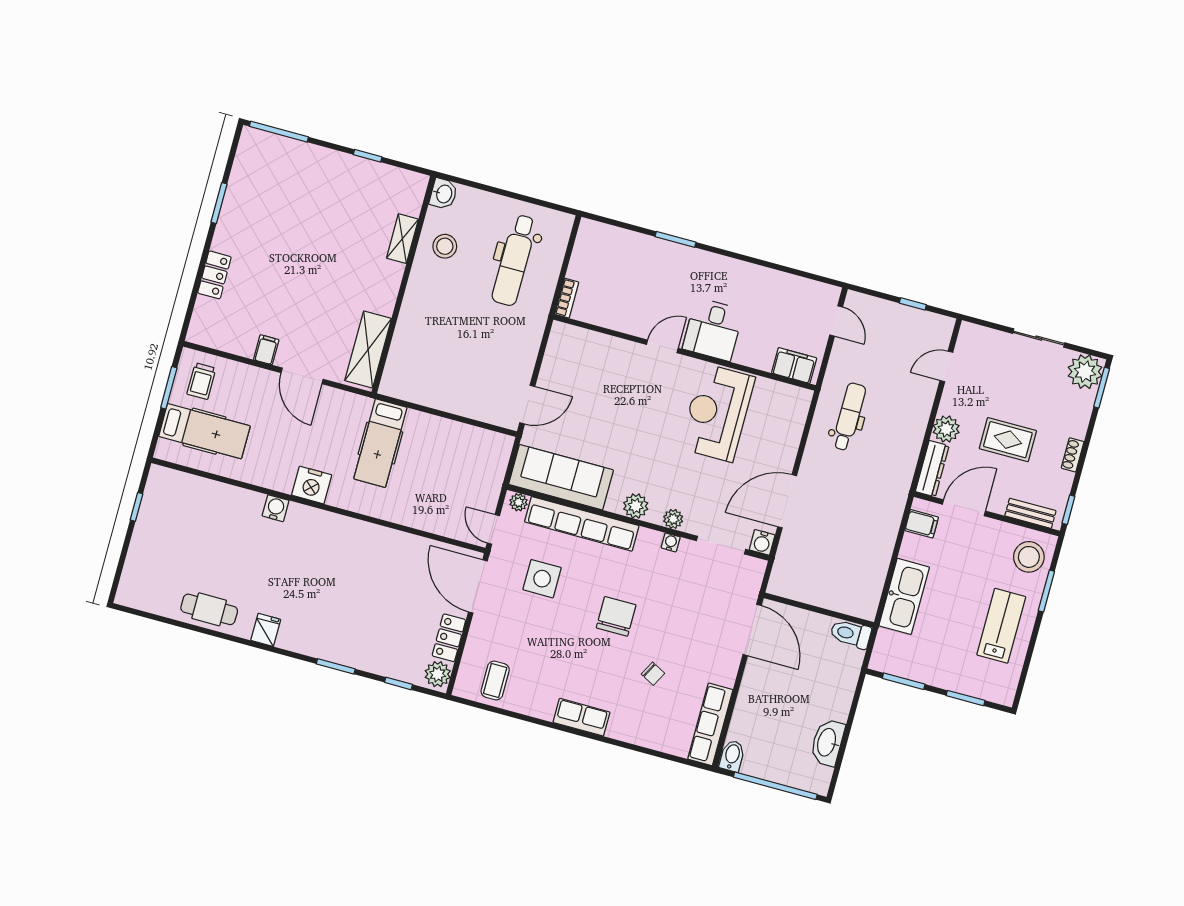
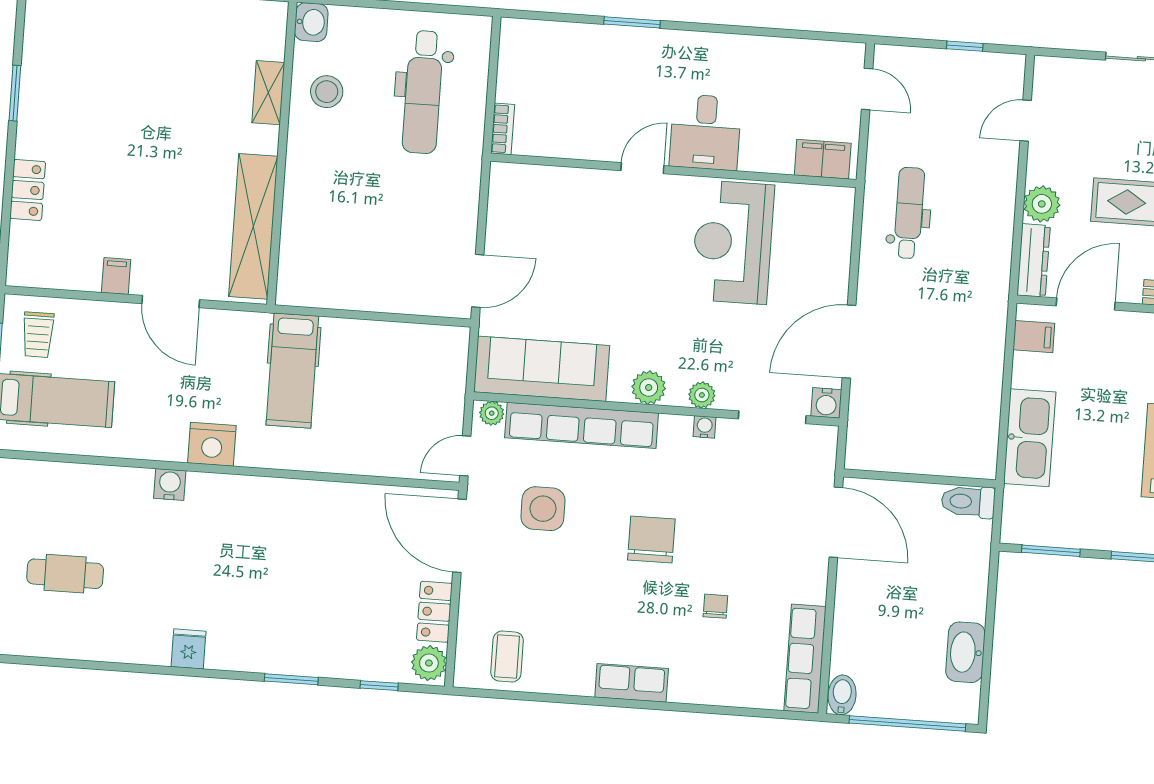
shelving: (368, 350) -> (253, 226), width x1.47
door: (493, 529) -> (465, 456), hinge flipped
cafe table: (209, 609) -> (65, 574), moved
chair: (653, 674) -> (715, 606), turned -118

